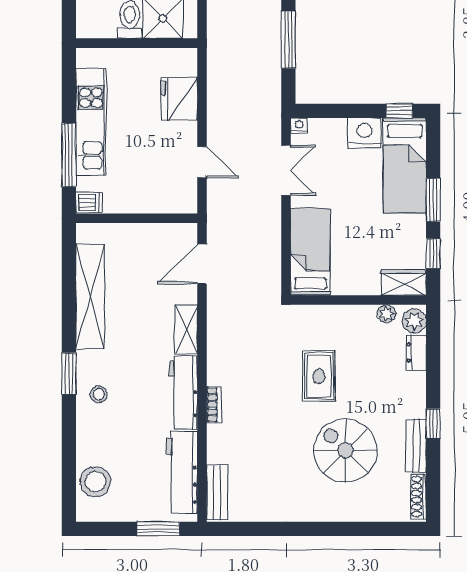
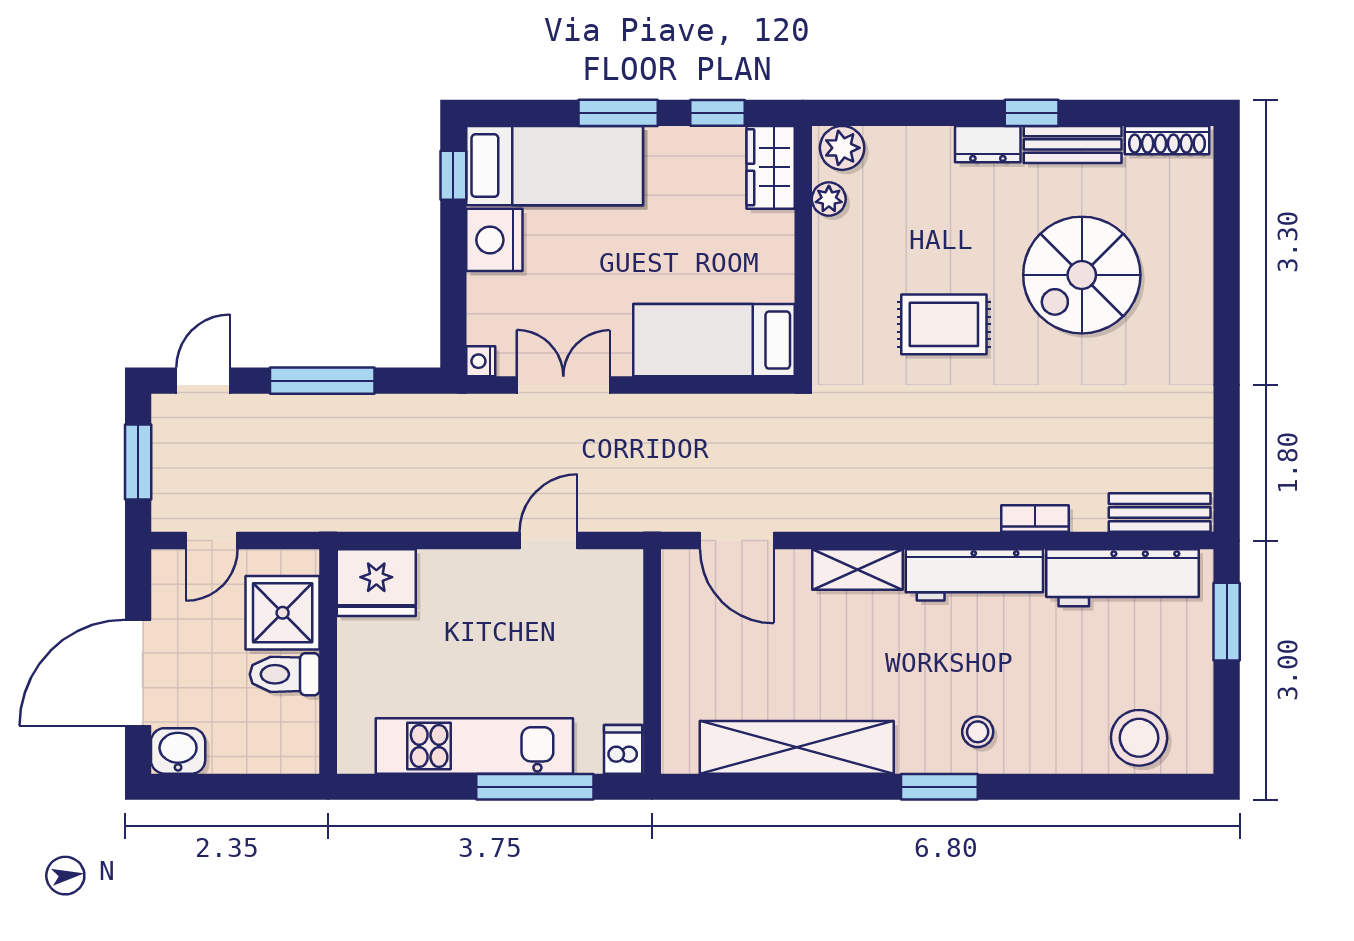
fridge: (179, 99) -> (376, 583), moved
dresser: (416, 352) -> (988, 144), moved
bookcase: (214, 405) -> (1035, 518), moved

